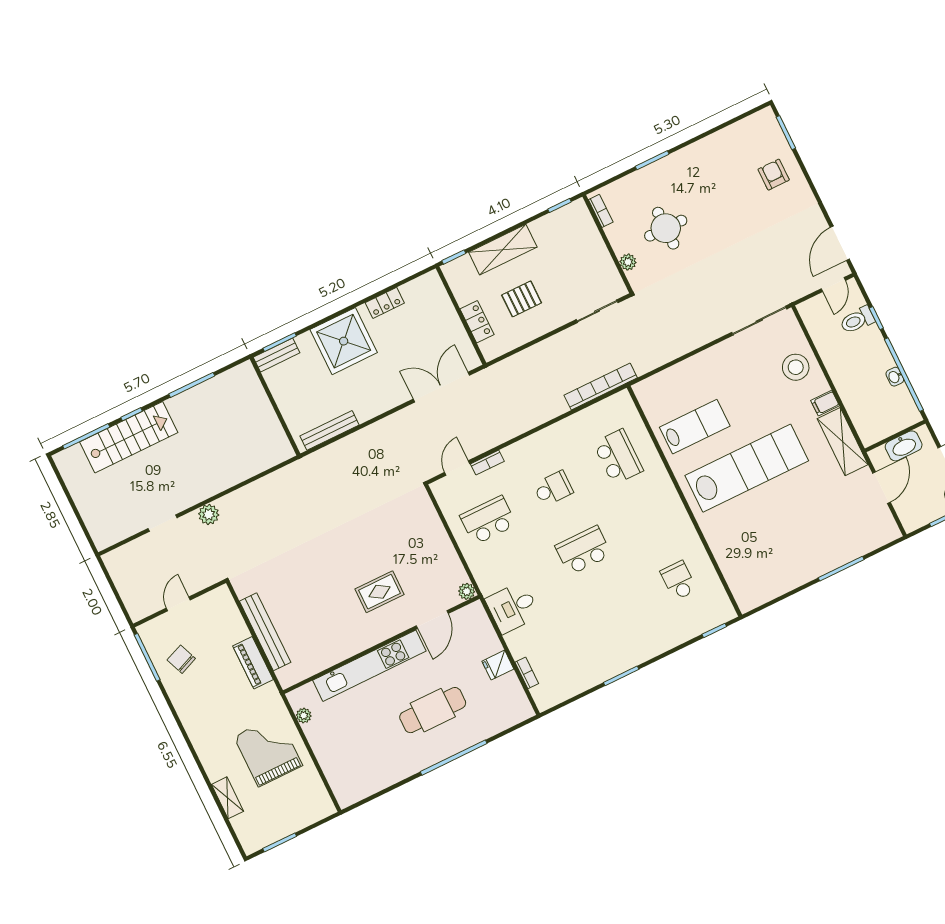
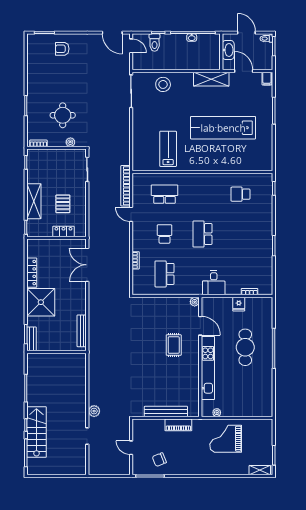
locker: (385, 303) -> (32, 273), width x1.53
filing cabinet: (825, 403) -> (267, 79), moved
door: (457, 468) -> (131, 214), moved
lab bench: (747, 468) -> (223, 128), moved, turned -90
shelving: (228, 798) -> (260, 470), moved

